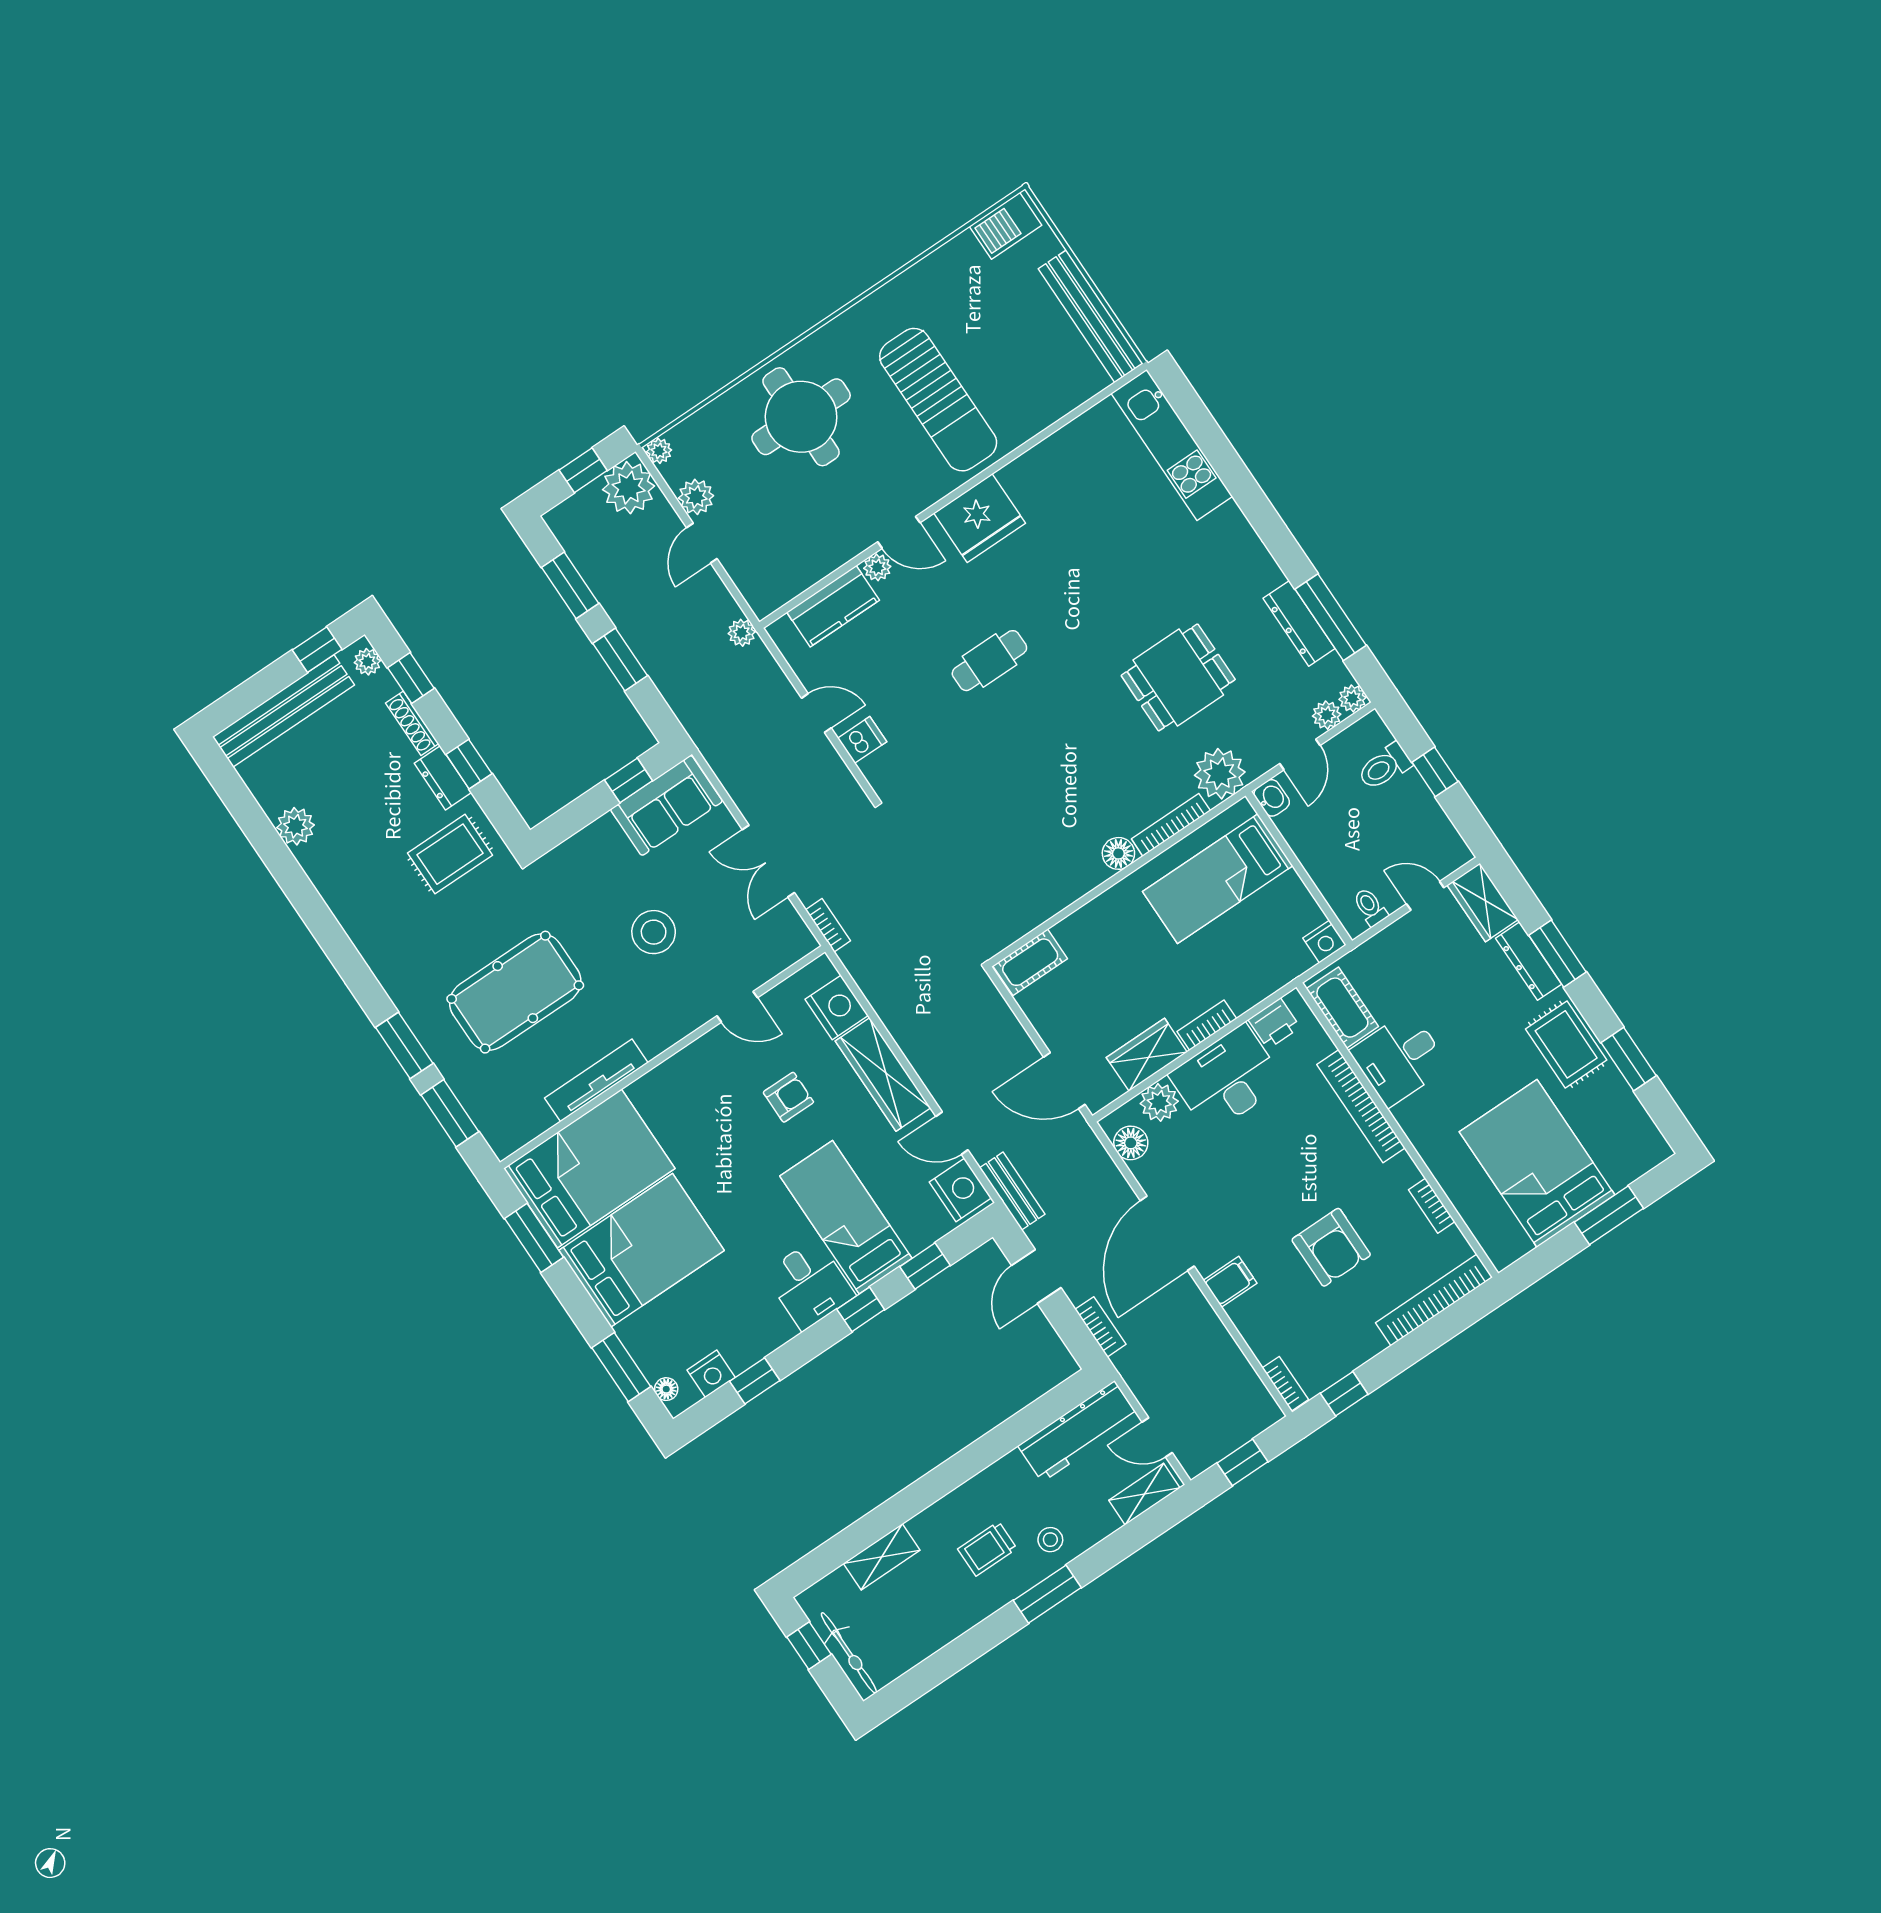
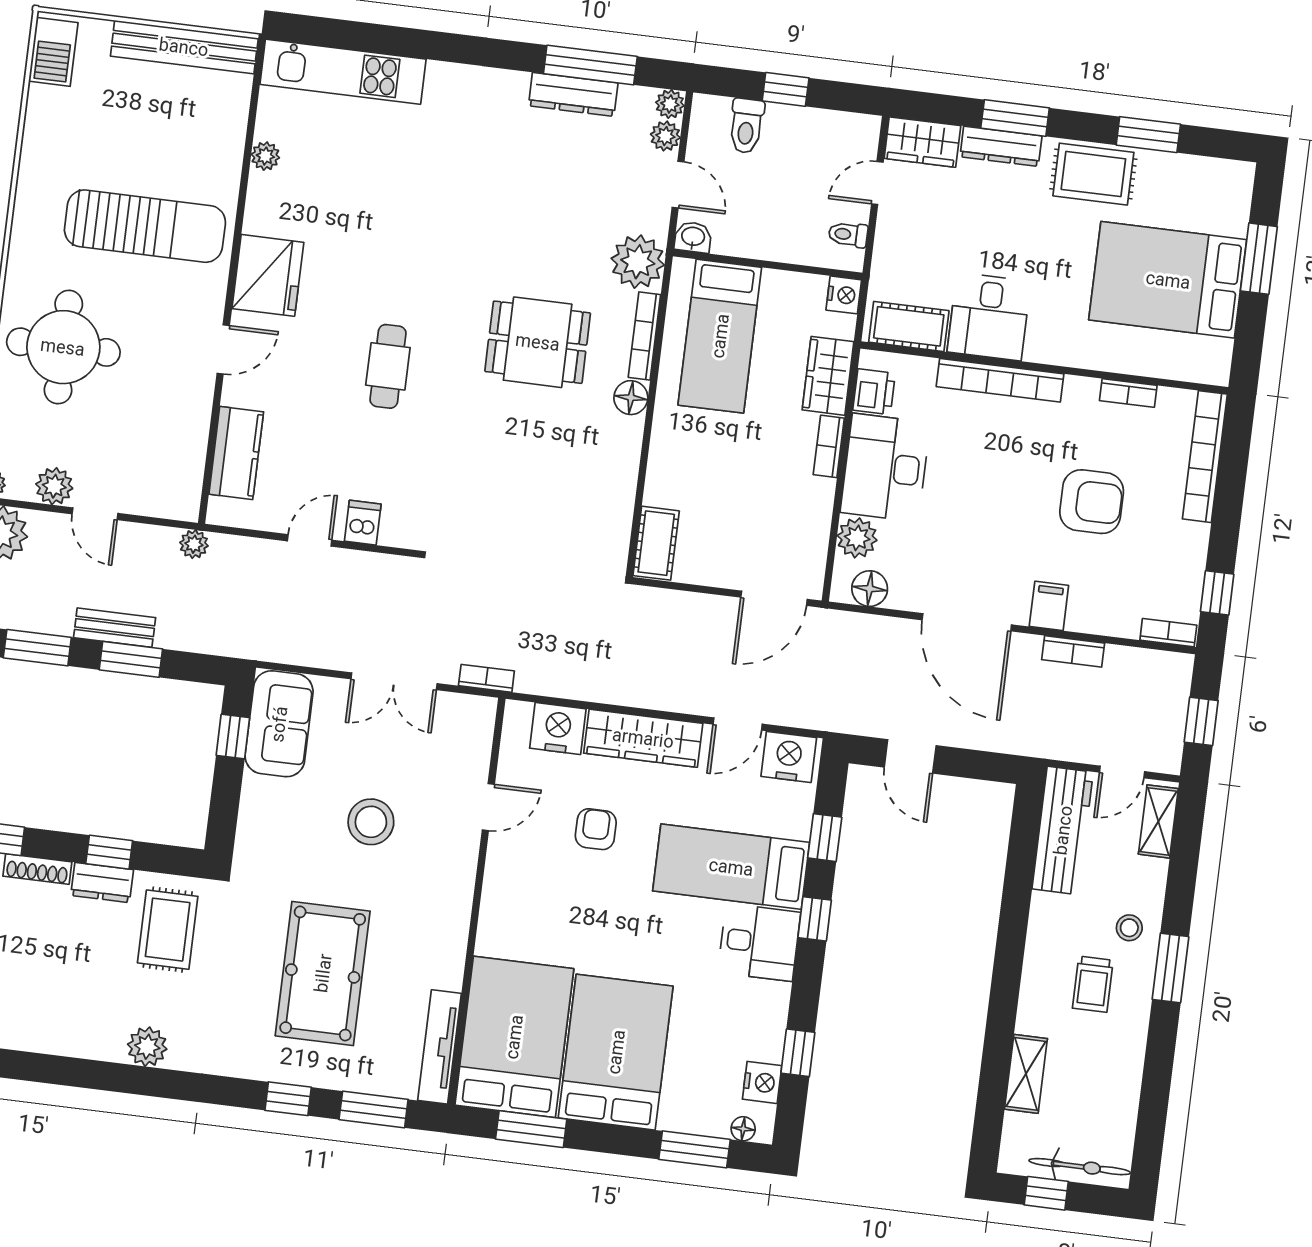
plant: (877, 567) -> (265, 156), moved
dining table: (1178, 677) -> (538, 342), moved, turned 90
plant: (296, 826) -> (147, 1047), moved
window: (404, 1045) -> (288, 1099), width x0.67
wardrobe: (1147, 1055) -> (828, 376), moved
tv unit: (596, 1080) -> (440, 1047), moved
bench: (1012, 1191) -> (115, 628), moved
bookcase: (1100, 1327) -> (1073, 651), moved, turned 180

